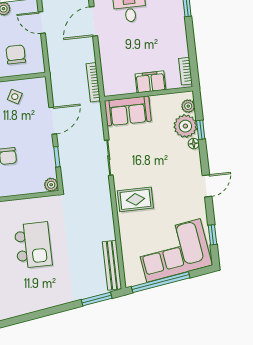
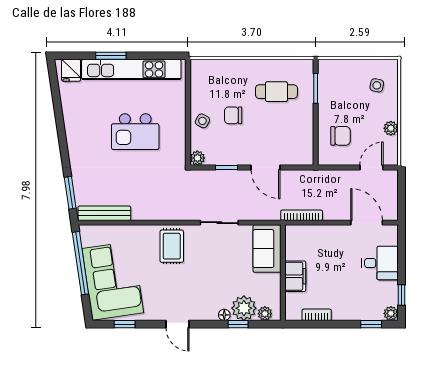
bookcase: (185, 71) -> (317, 315), moved
side table: (15, 97) -> (202, 121), moved

